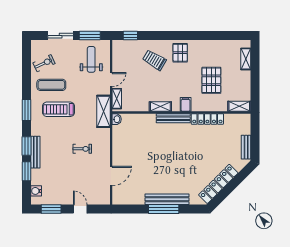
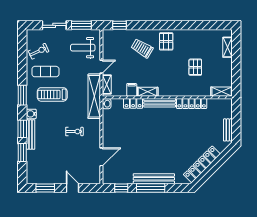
weight bench: (91, 59) -> (83, 48), turned -90
pallet: (211, 80) -> (195, 67), width x0.67, depth x0.71
filing cabinet: (186, 104) -> (132, 90), moved
shelving: (104, 111) -> (94, 96), width x1.47
locker: (145, 119) -> (133, 103), added
water cooler: (36, 191) -> (31, 114), moved
window: (132, 209) -> (121, 188), added

